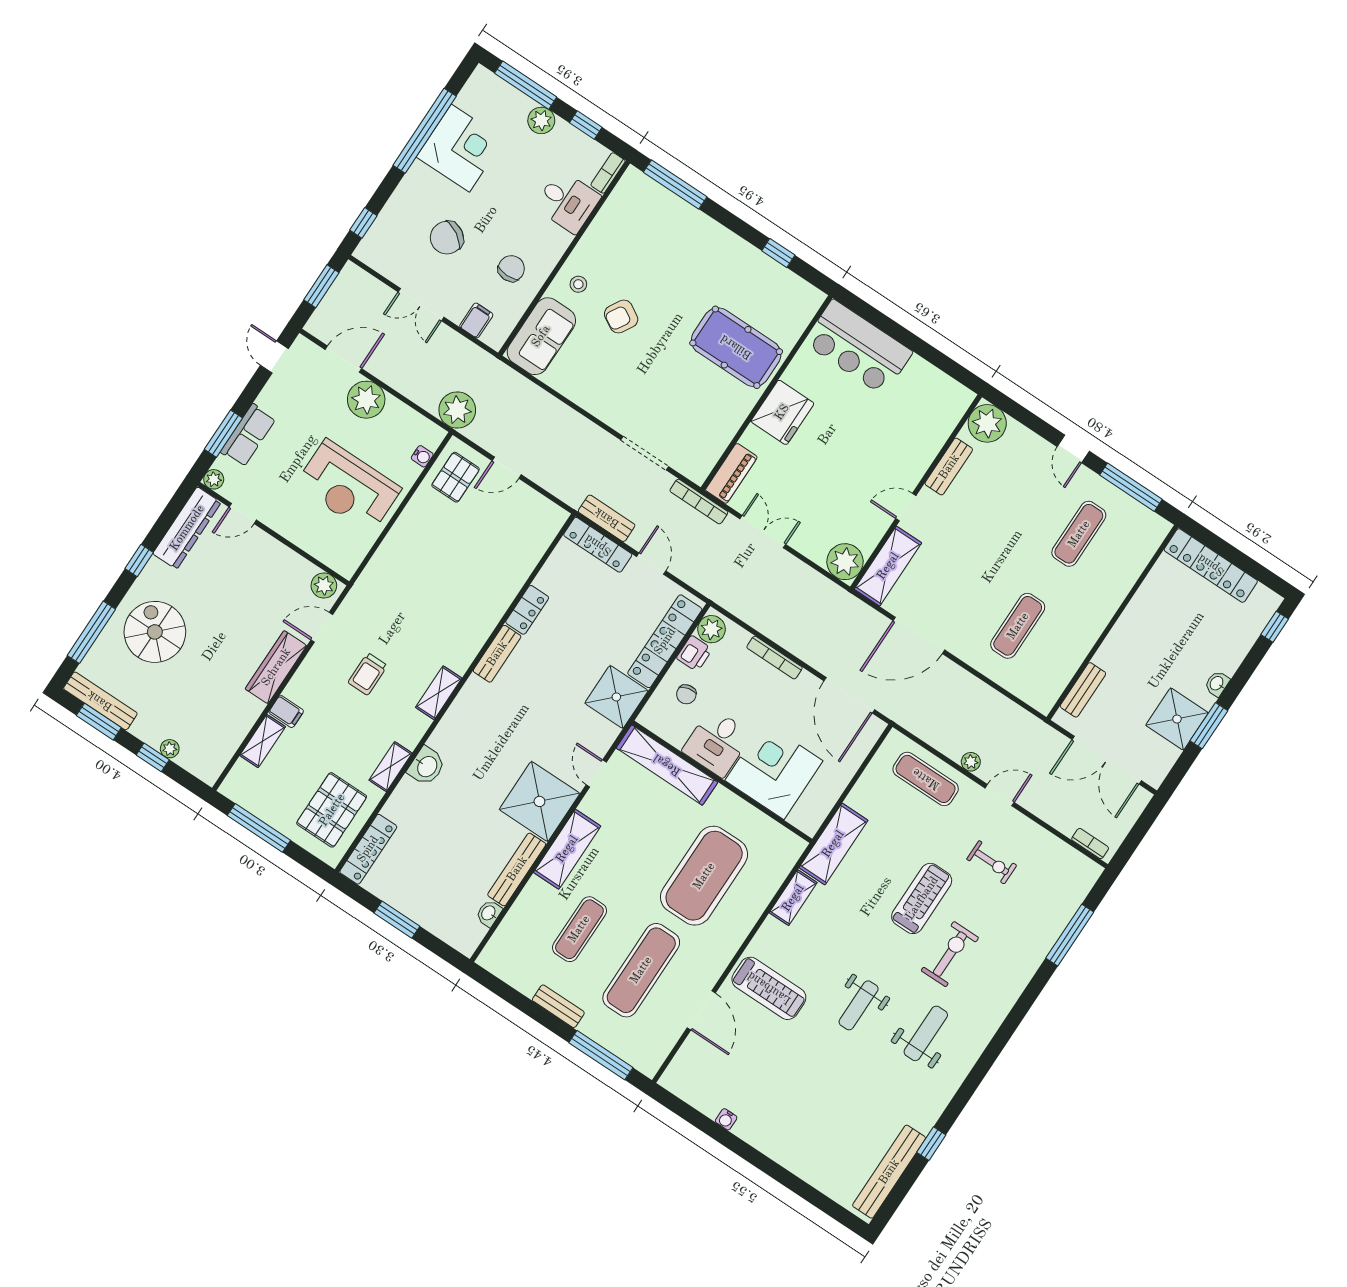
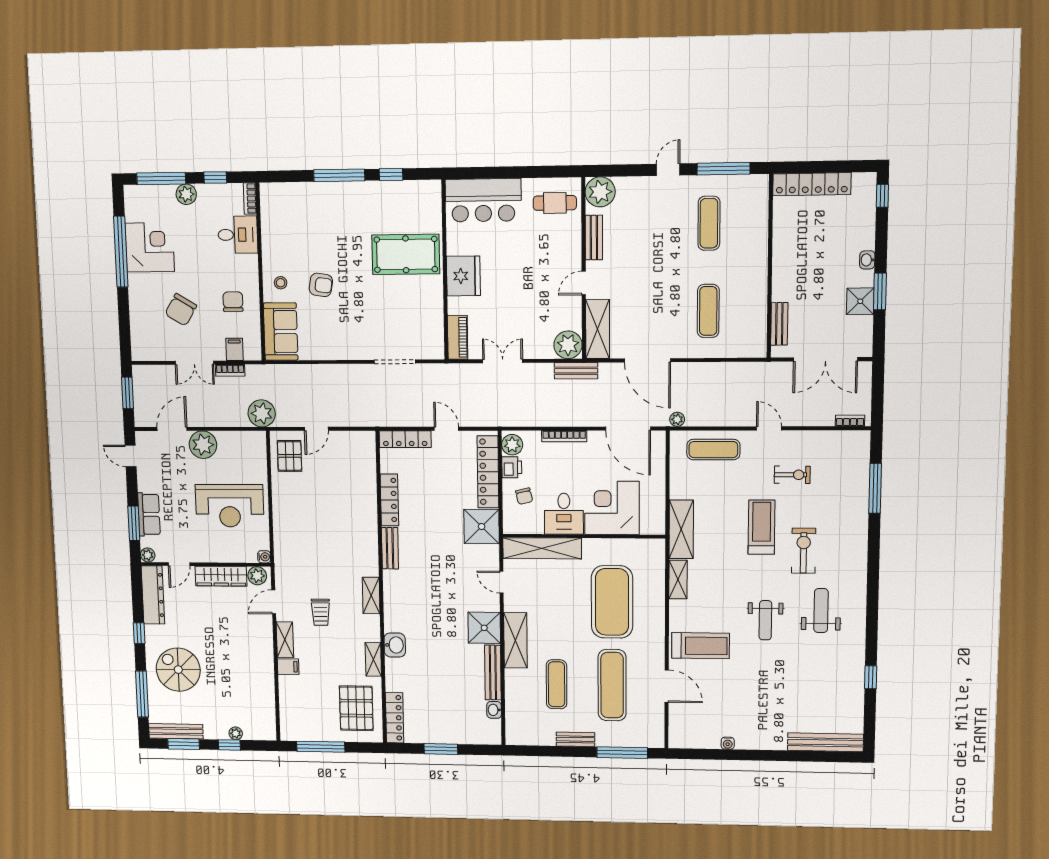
window: (675, 184) -> (339, 175), moved
window: (363, 223) -> (125, 336), removed
armchair: (621, 317) -> (321, 285), turned -111
cafe table: (932, 402) -> (555, 203), added
door: (1073, 449) -> (668, 170), swing flipped
water cooler: (422, 456) -> (264, 557), moved
bookcase: (699, 502) -> (230, 370), moved, width x0.64
bench: (607, 518) -> (576, 371), moved
locker: (527, 610) -> (389, 500), width x1.53
door: (919, 635) -> (647, 360), hinge flipped
wardrobe: (276, 667) -> (221, 576), moved, turned -90
shower: (1177, 719) -> (860, 301), width x0.73, depth x0.73
shelving: (263, 741) -> (285, 640), moved
plant: (971, 762) -> (677, 419), moved
door: (1000, 795) -> (769, 428), hinge flipped
shower: (539, 801) -> (484, 628), width x0.73, depth x0.73
bench: (889, 1172) -> (825, 742), moved, turned 90

